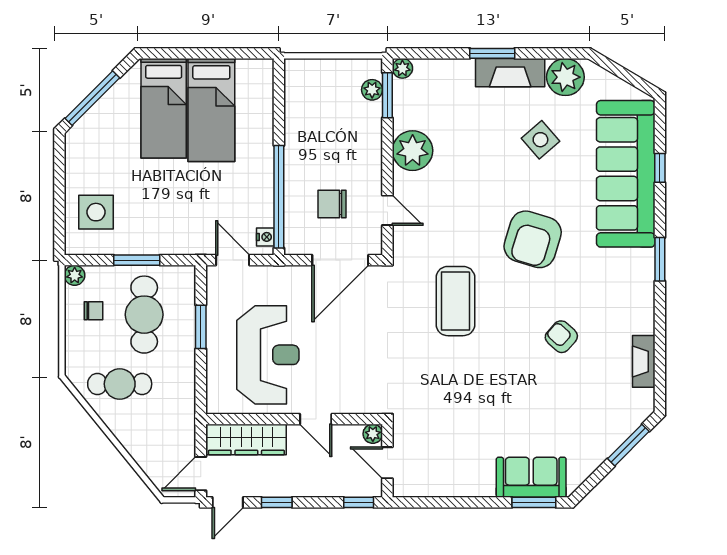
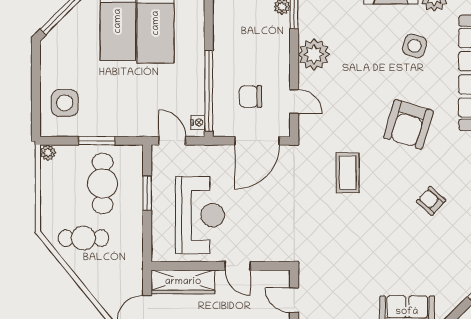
side table: (540, 140) -> (415, 46), turned -31
coffee table: (455, 301) -> (348, 173), width x0.73, depth x0.76
chair: (93, 311) -> (63, 181), removed
plant: (373, 434) -> (283, 277), removed

